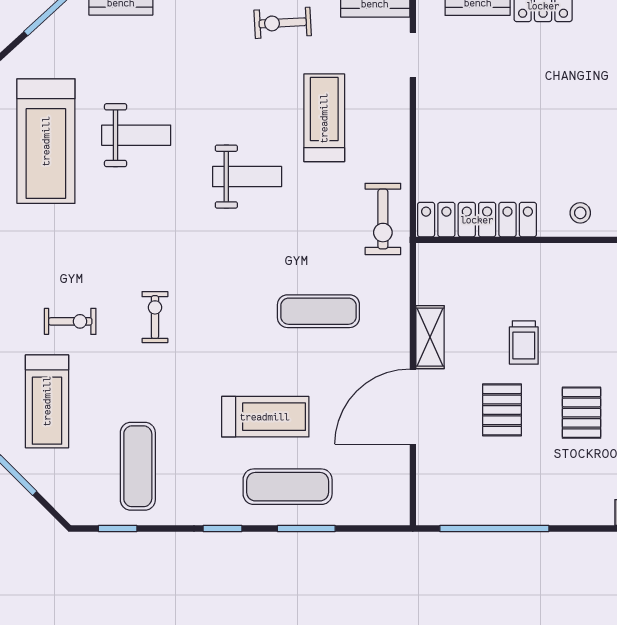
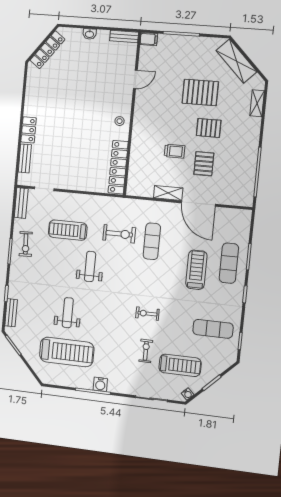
exercise bike: (383, 219) -> (119, 234), moved
pallet: (502, 410) -> (204, 164), turned 90

